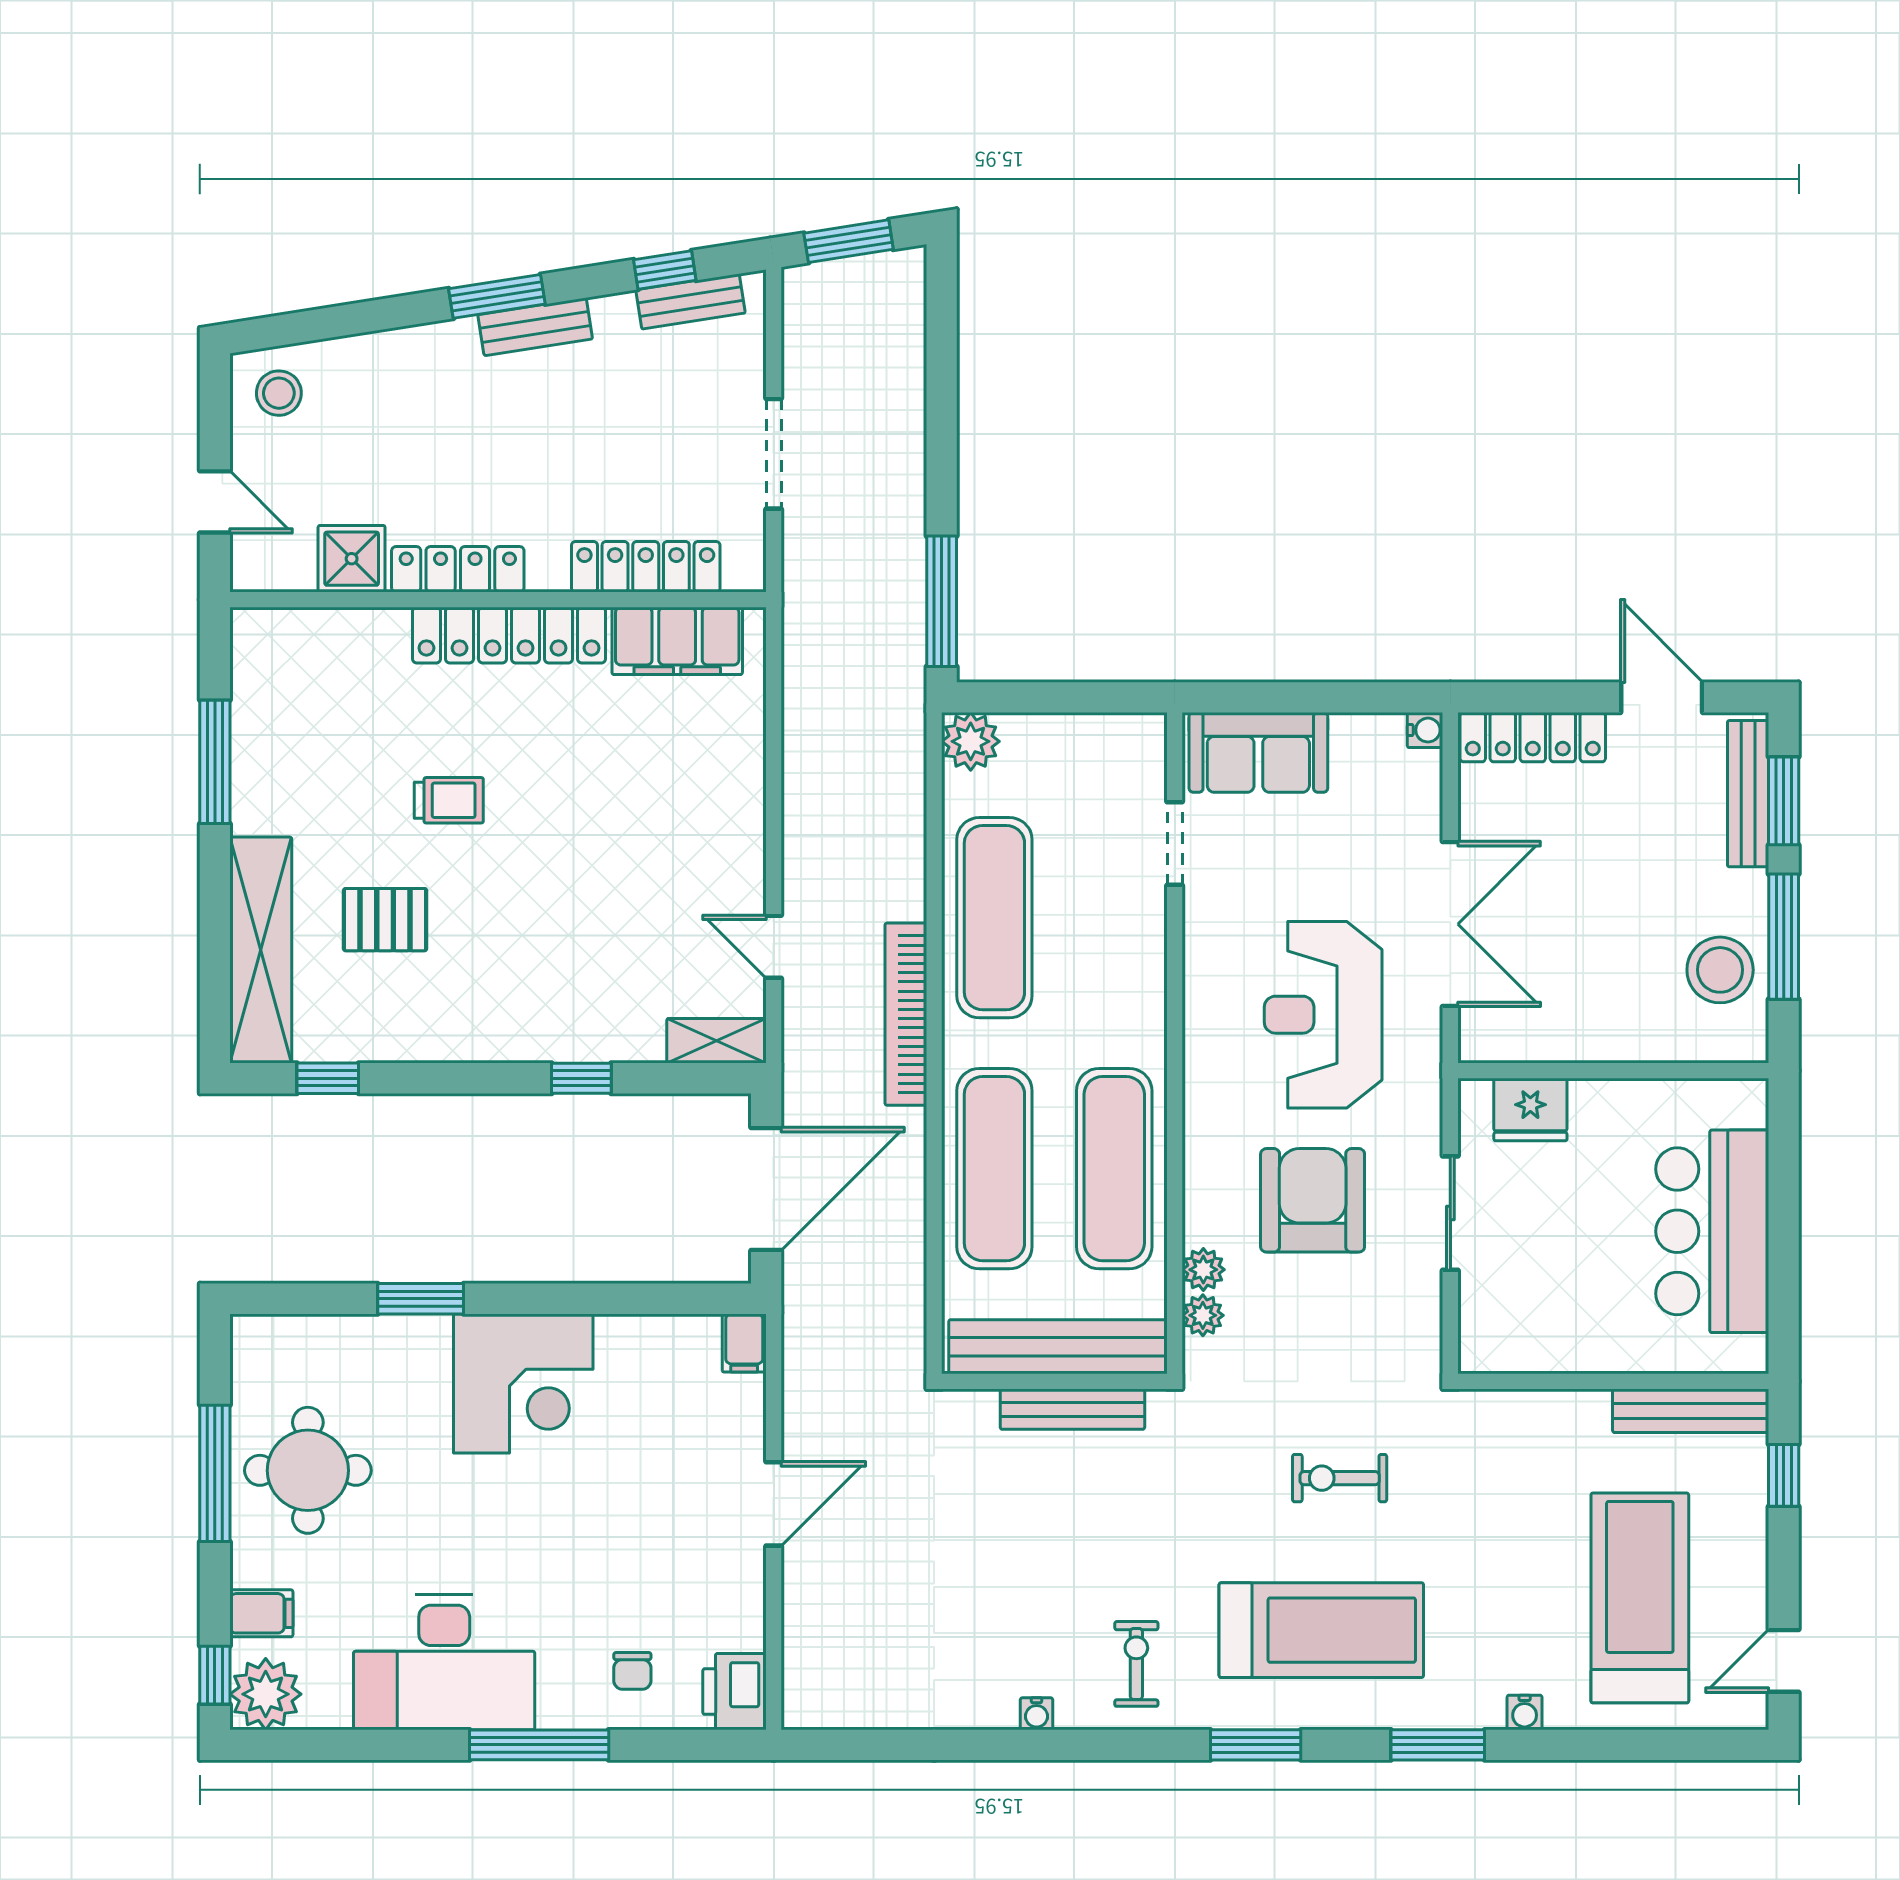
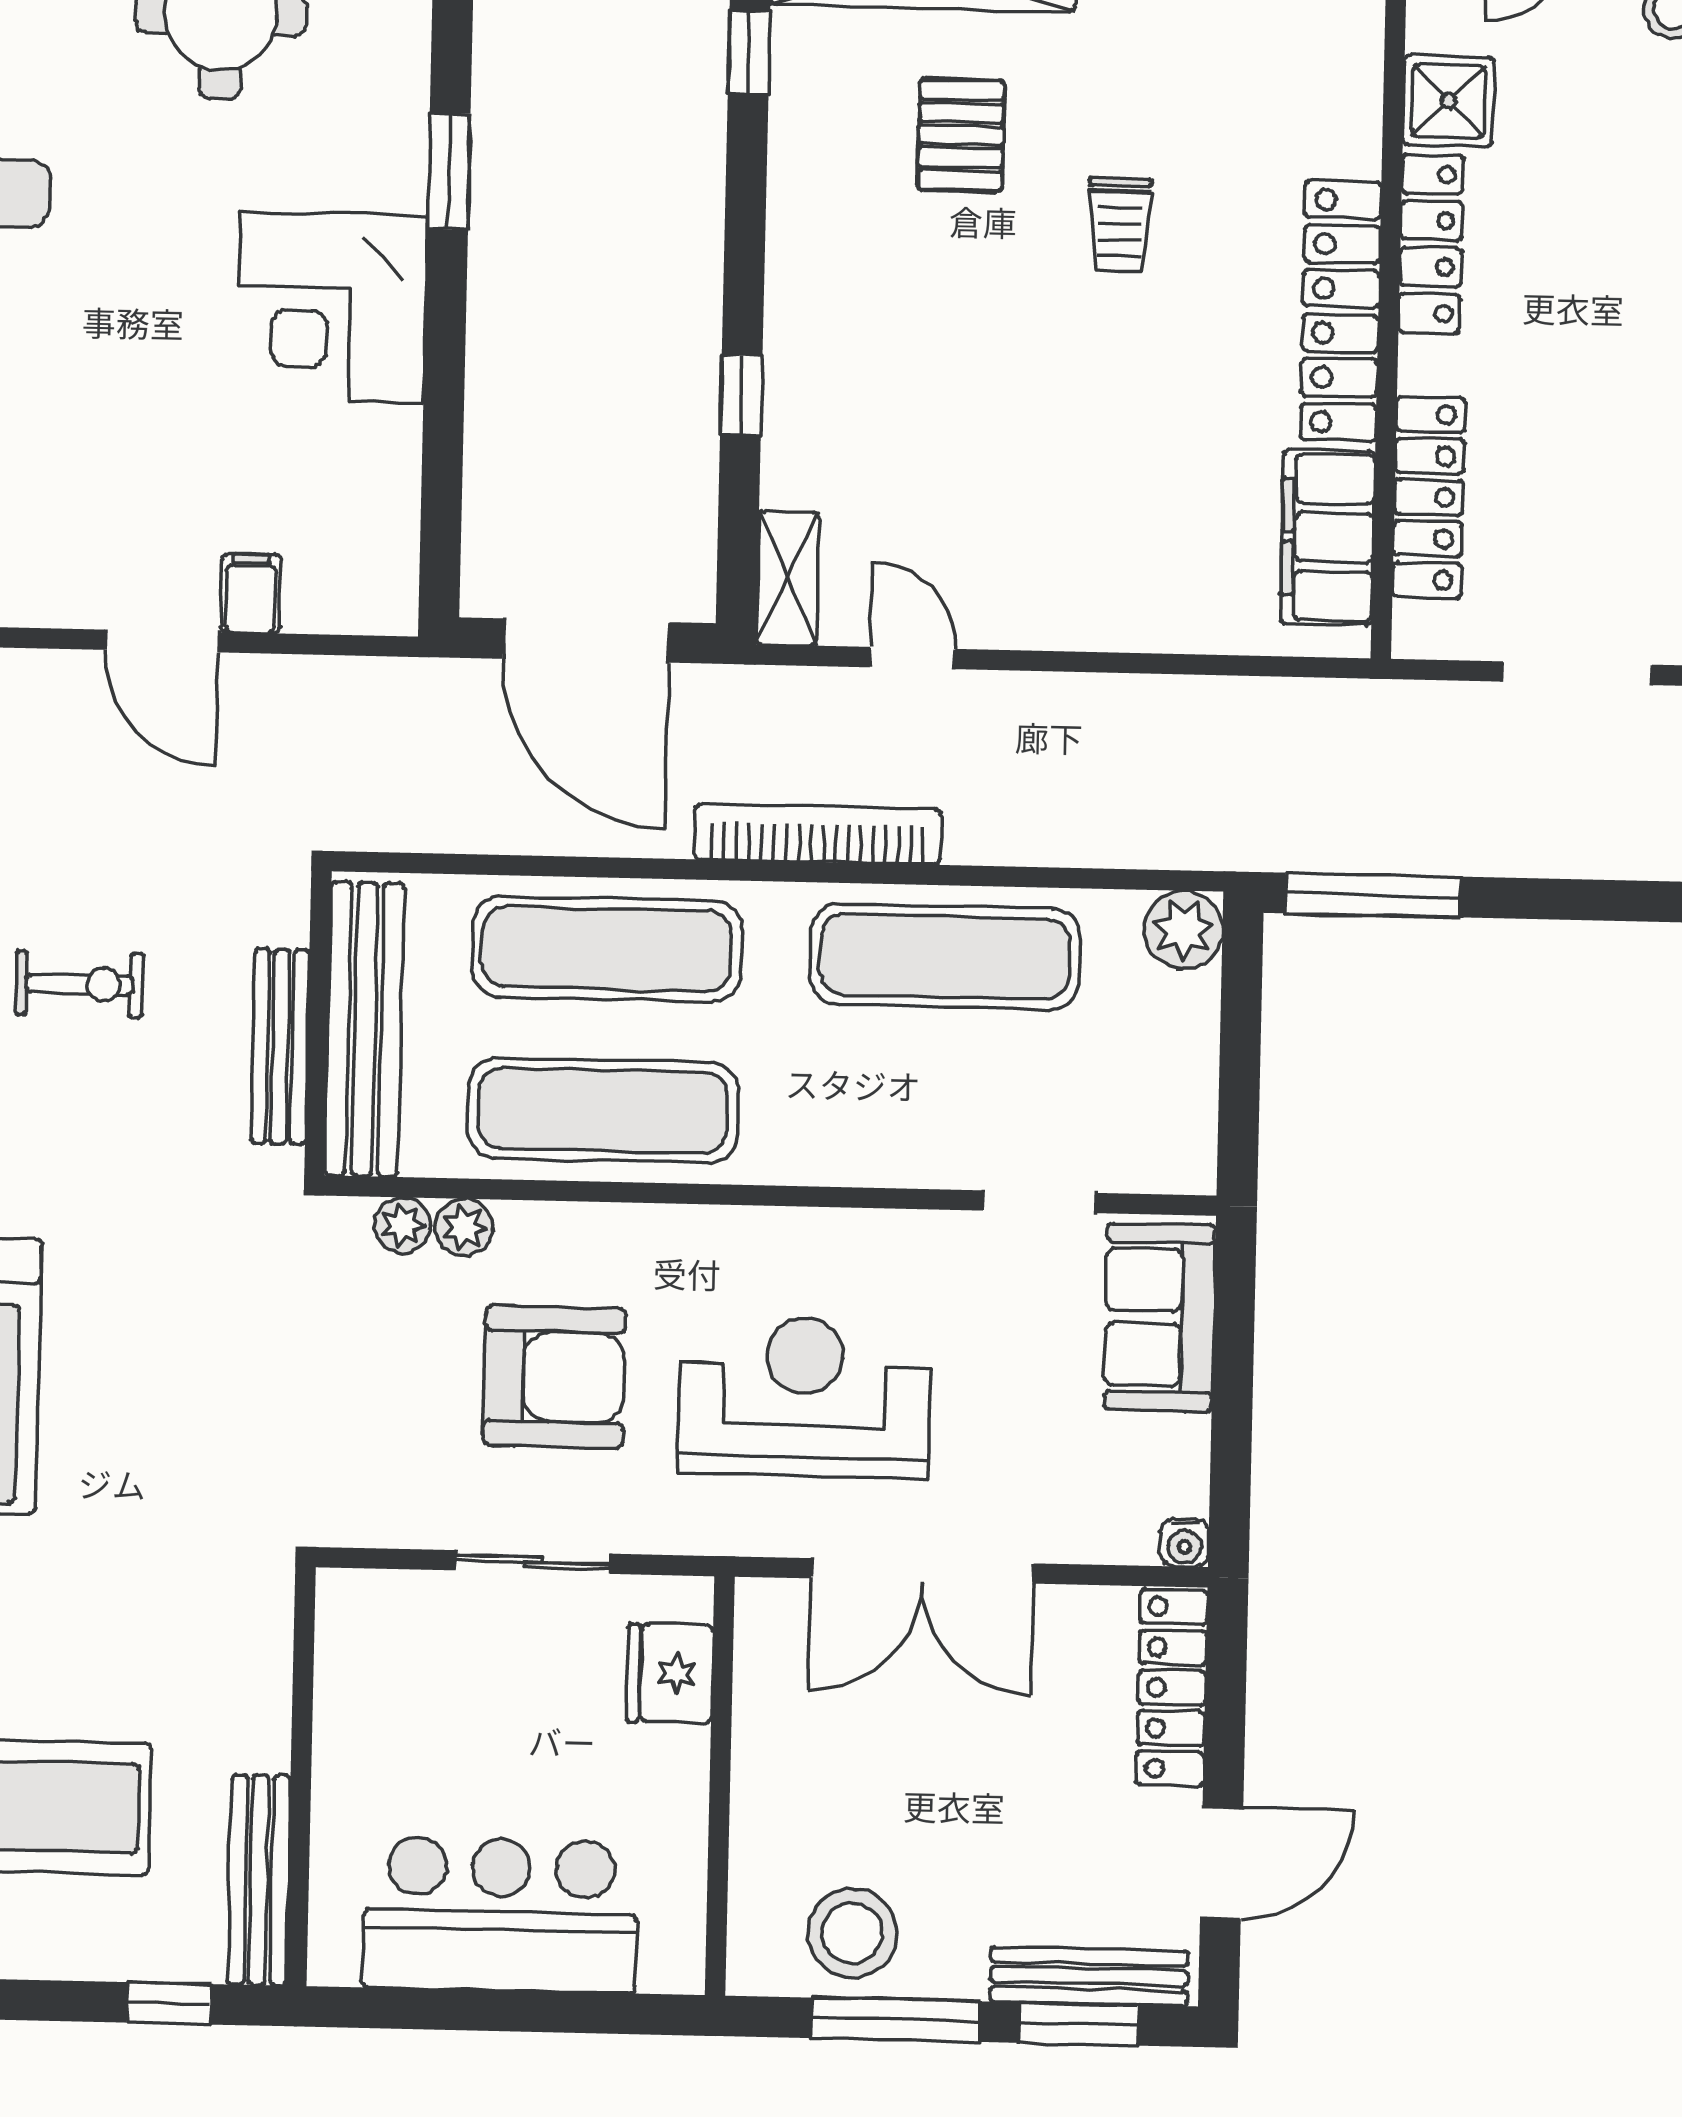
door: (774, 947) -> (912, 658), hinge flipped
filing cabinet: (744, 1343) -> (251, 594), moved, turned 90
exercise bike: (1340, 1478) -> (79, 984), moved, turned 90

